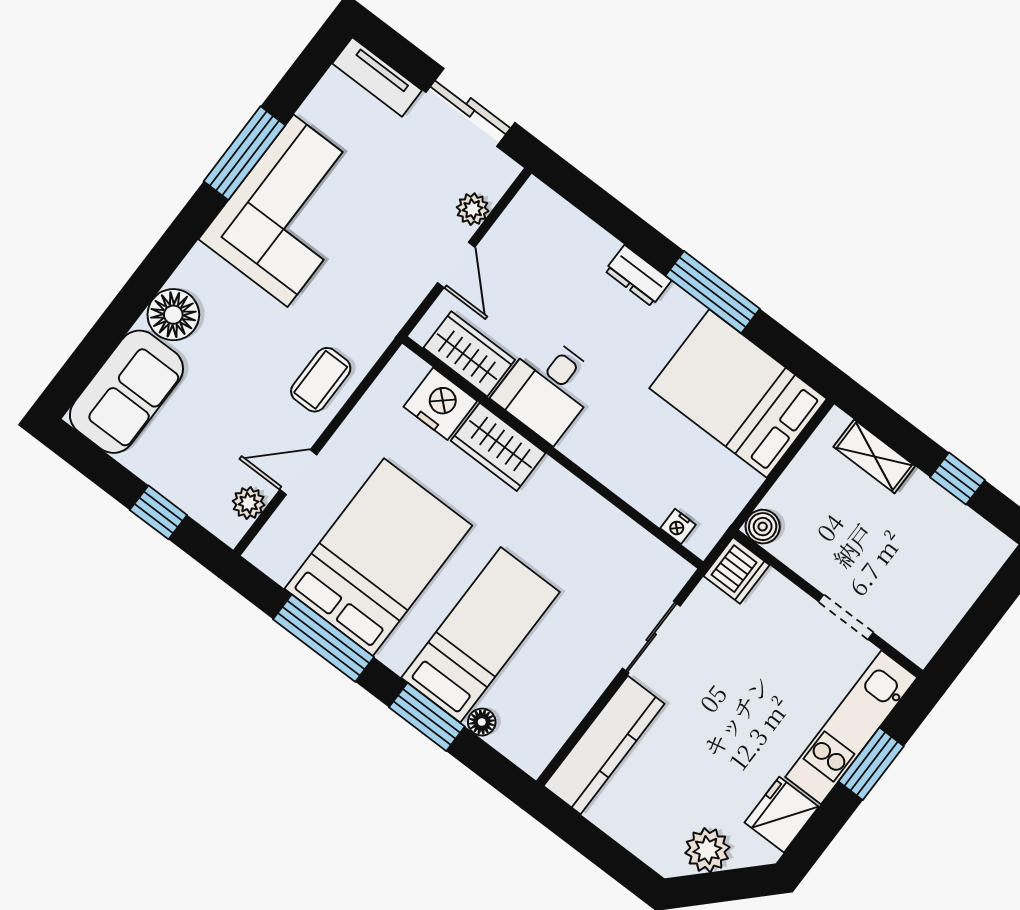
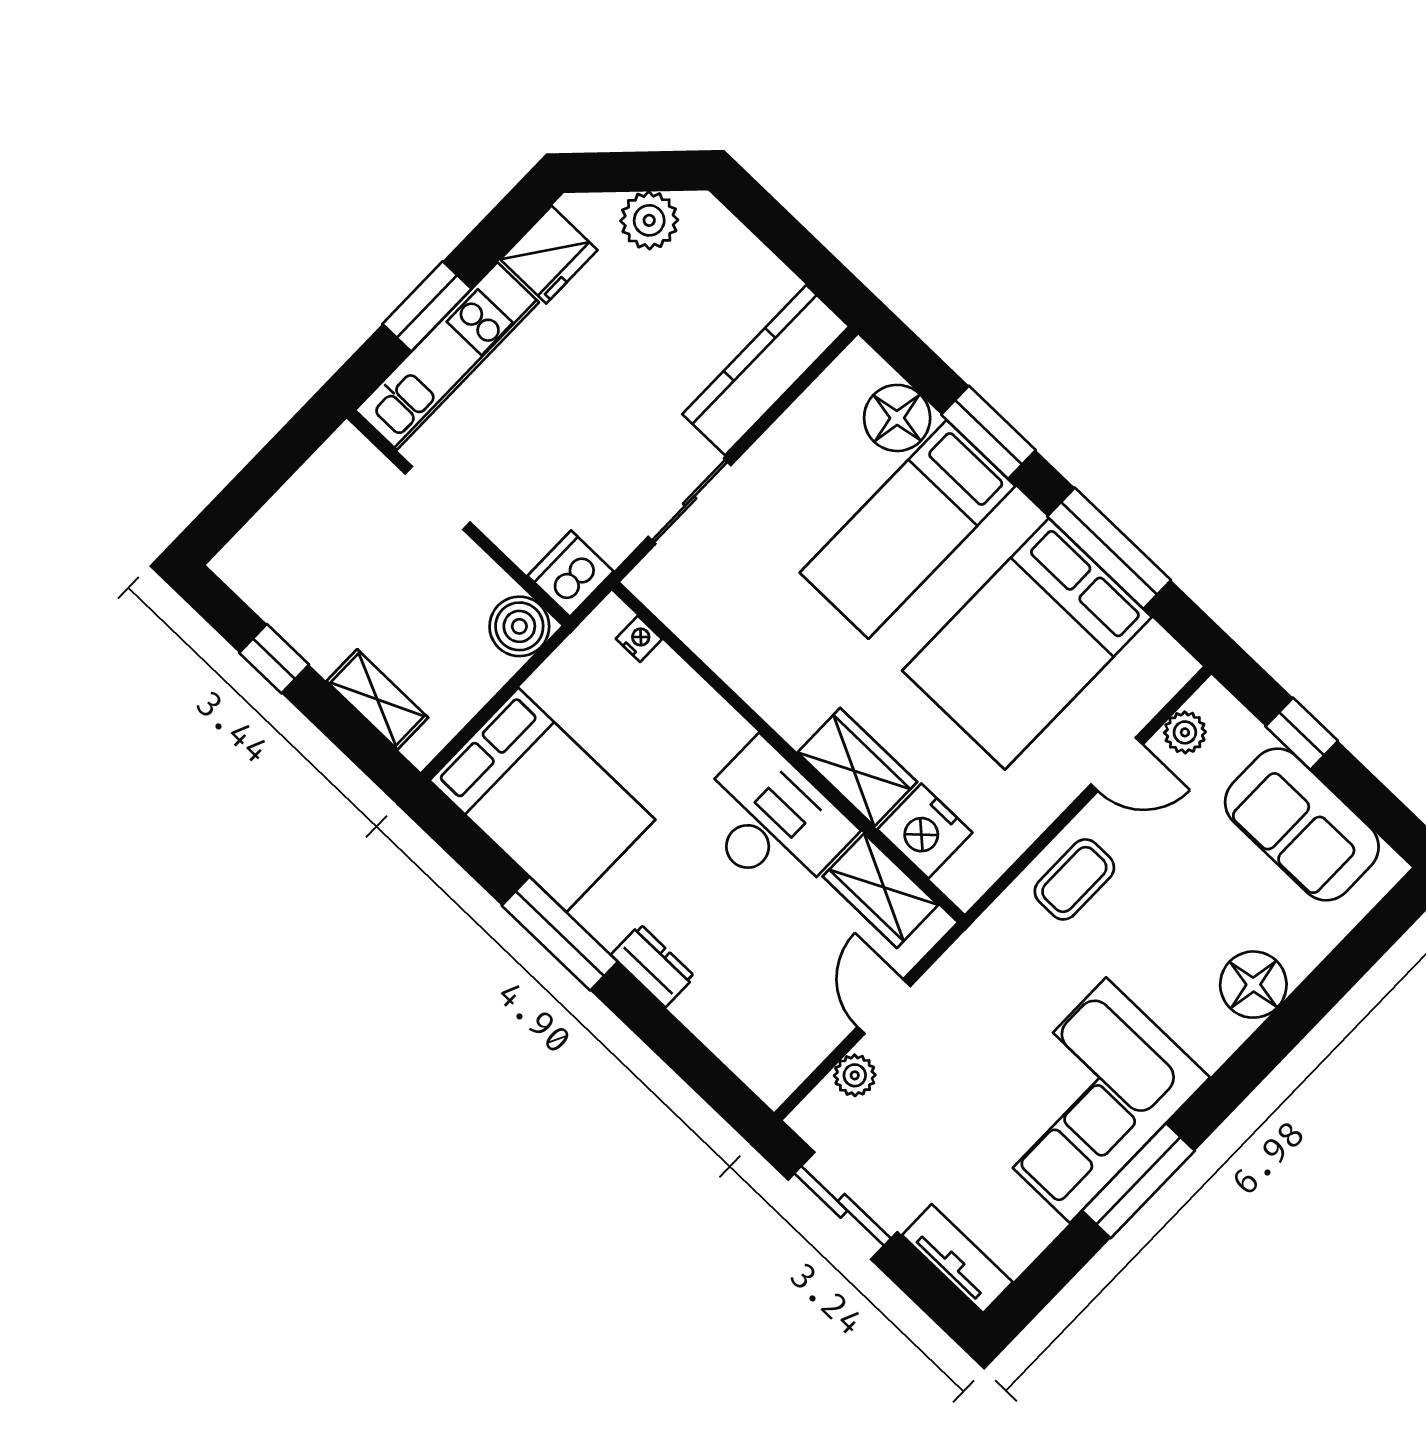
desk: (548, 388) -> (772, 822), width x1.37
sofa: (126, 392) -> (1302, 825), moved, turned -90
boiler: (763, 527) -> (519, 626), width x1.36, depth x1.36
floor lamp: (482, 722) -> (897, 418), width x1.89, depth x1.89

